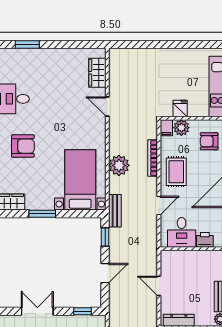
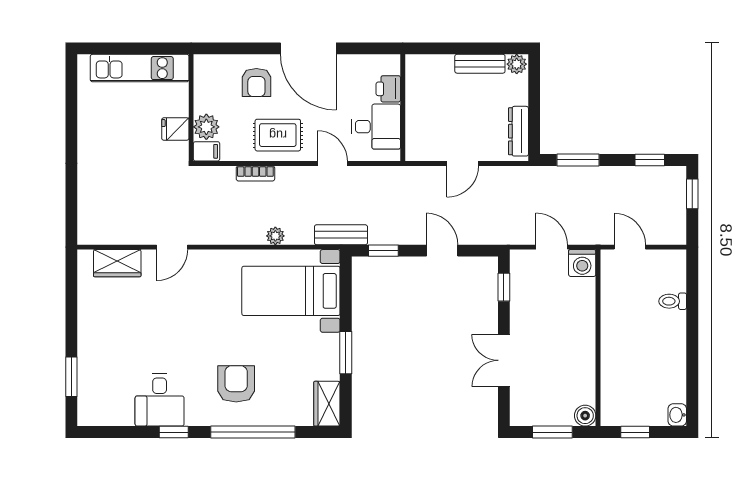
armchair: (209, 141) -> (256, 83), moved
bookcase: (153, 158) -> (255, 173), width x0.64
plant: (119, 165) -> (275, 236), width x0.53, depth x0.53

